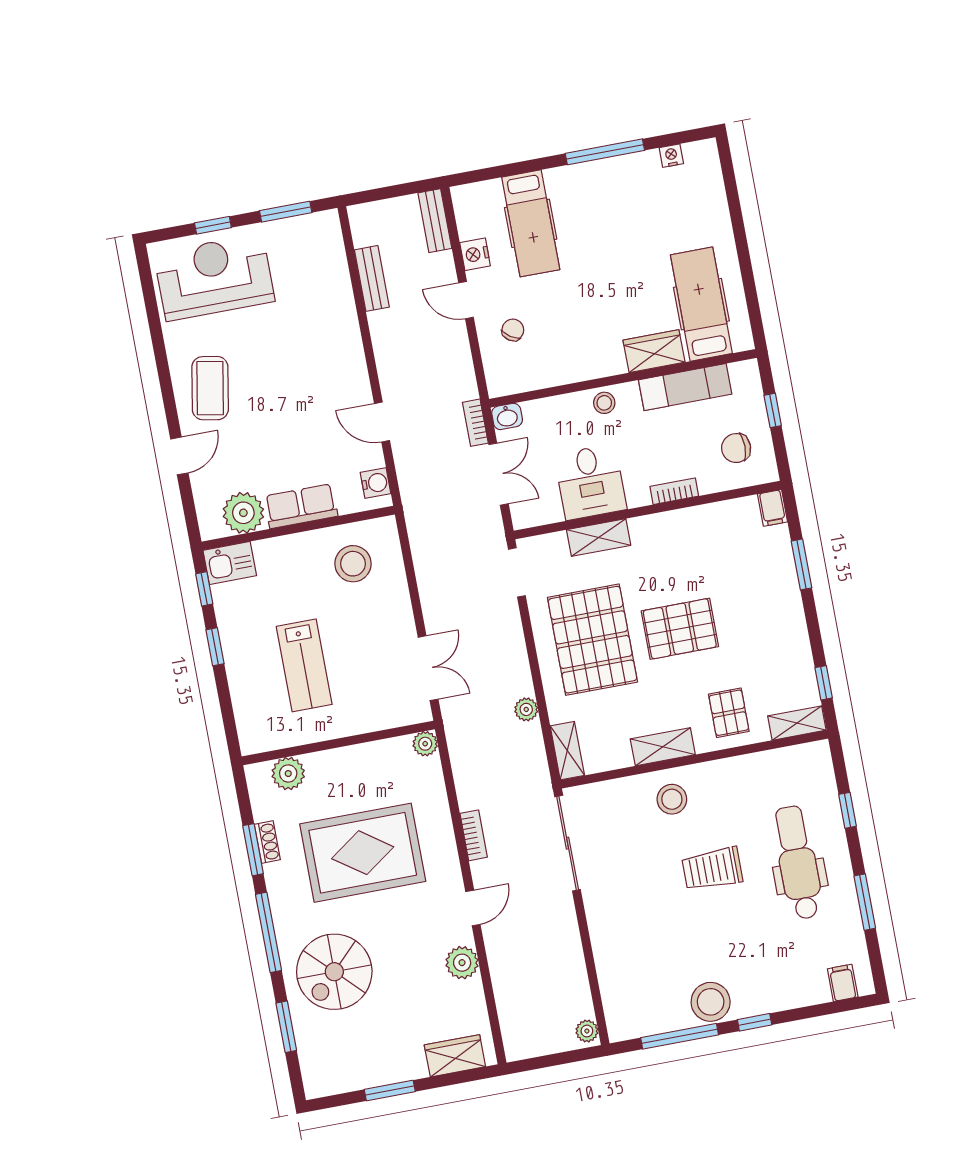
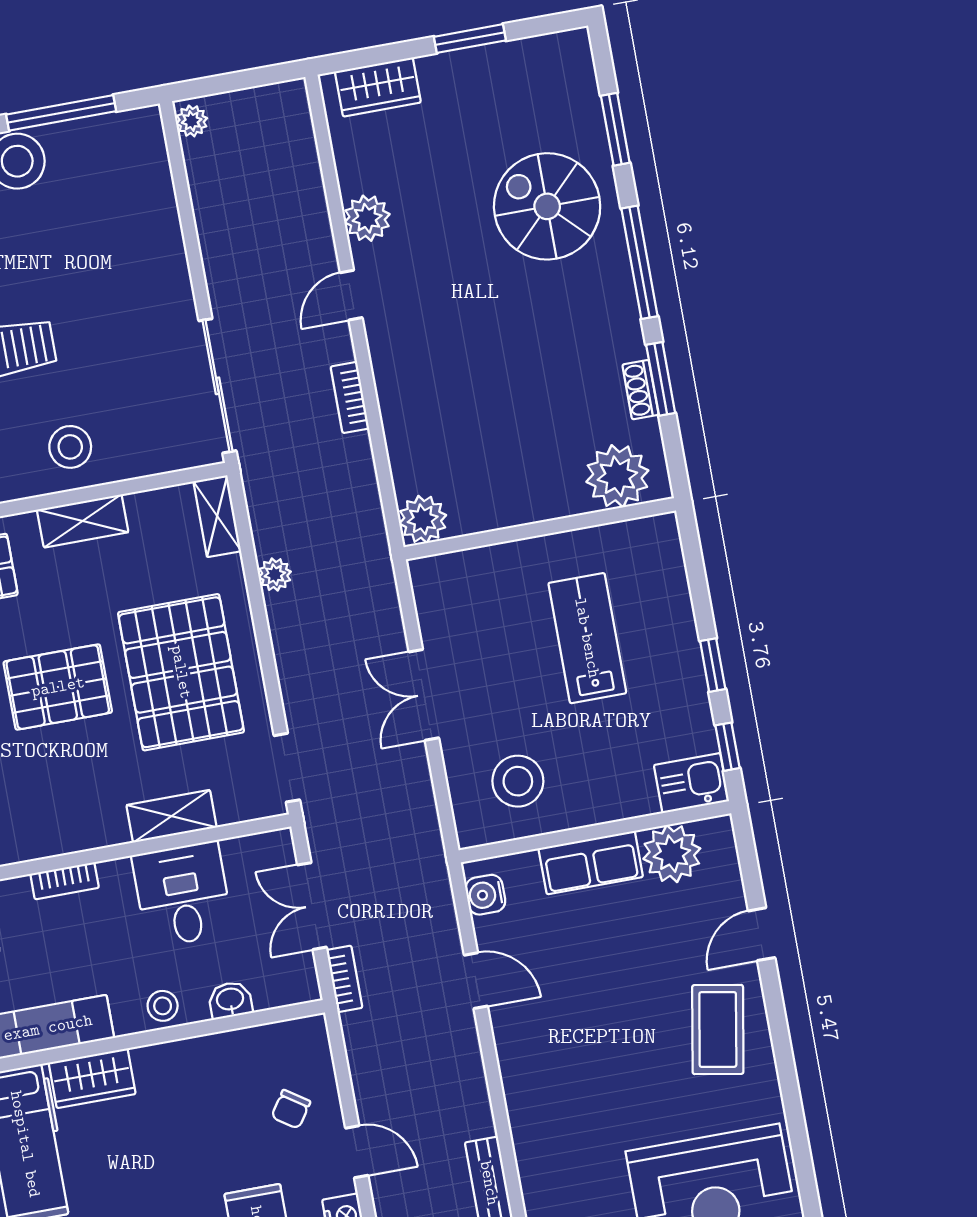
washbasin: (507, 416) -> (230, 1000), moved
double door: (428, 668) -> (424, 695), moved
plant: (425, 744) -> (423, 519), width x1.38, depth x1.38
plant: (288, 773) -> (617, 476), width x1.36, depth x1.36
rug: (363, 853) -> (506, 374), removed
spiral stairs: (334, 972) -> (547, 206), turned -90

